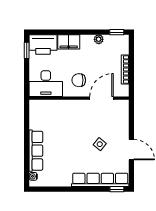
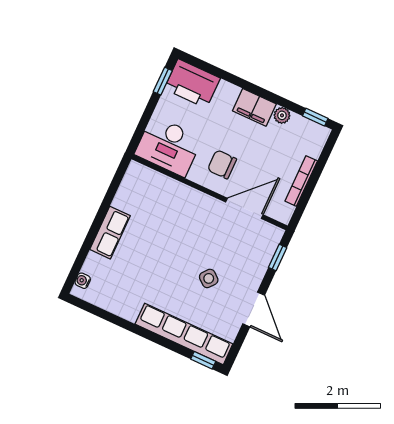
filing cabinet: (69, 42) -> (254, 107), moved
window: (131, 116) -> (278, 258), added
row of seats: (36, 151) -> (110, 233), width x0.68

